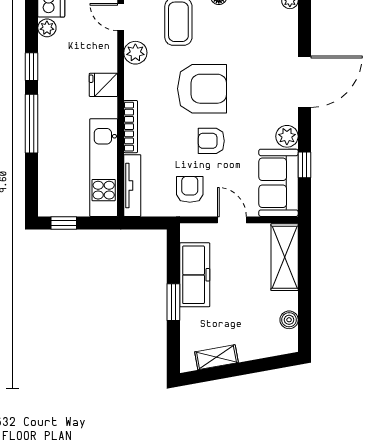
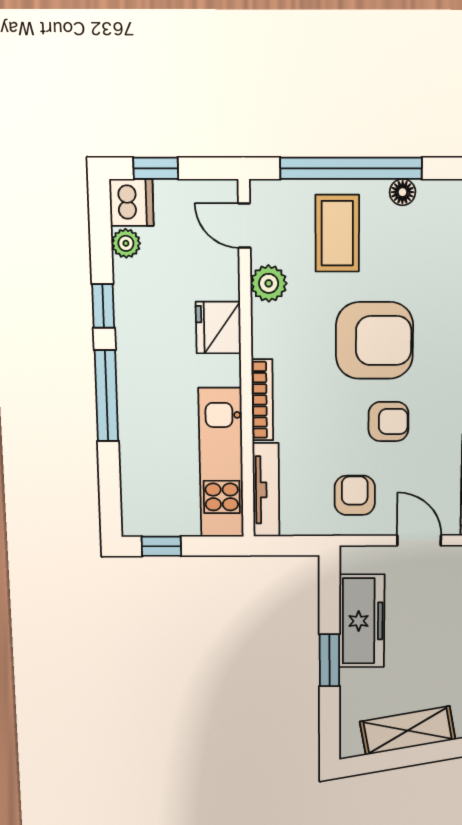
fridge: (103, 85) -> (218, 328), width x1.38
armchair: (211, 141) -> (388, 421), turned 180
shelving: (216, 357) -> (408, 731), width x1.50, depth x1.33

